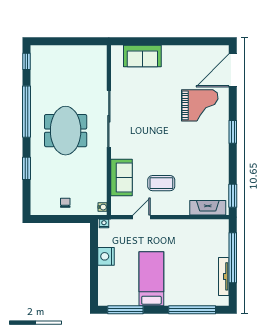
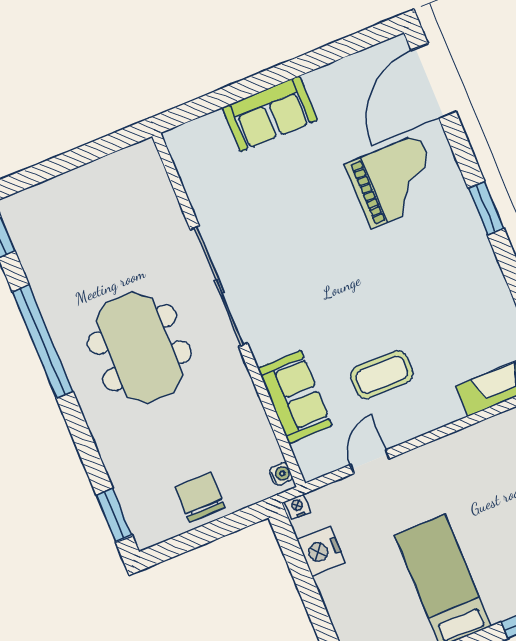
sofa: (142, 56) -> (270, 114), moved
window: (27, 168) -> (114, 515), moved
chair: (65, 203) -> (200, 497), width x1.87, depth x1.87
nightstand: (106, 256) -> (321, 551), moved

